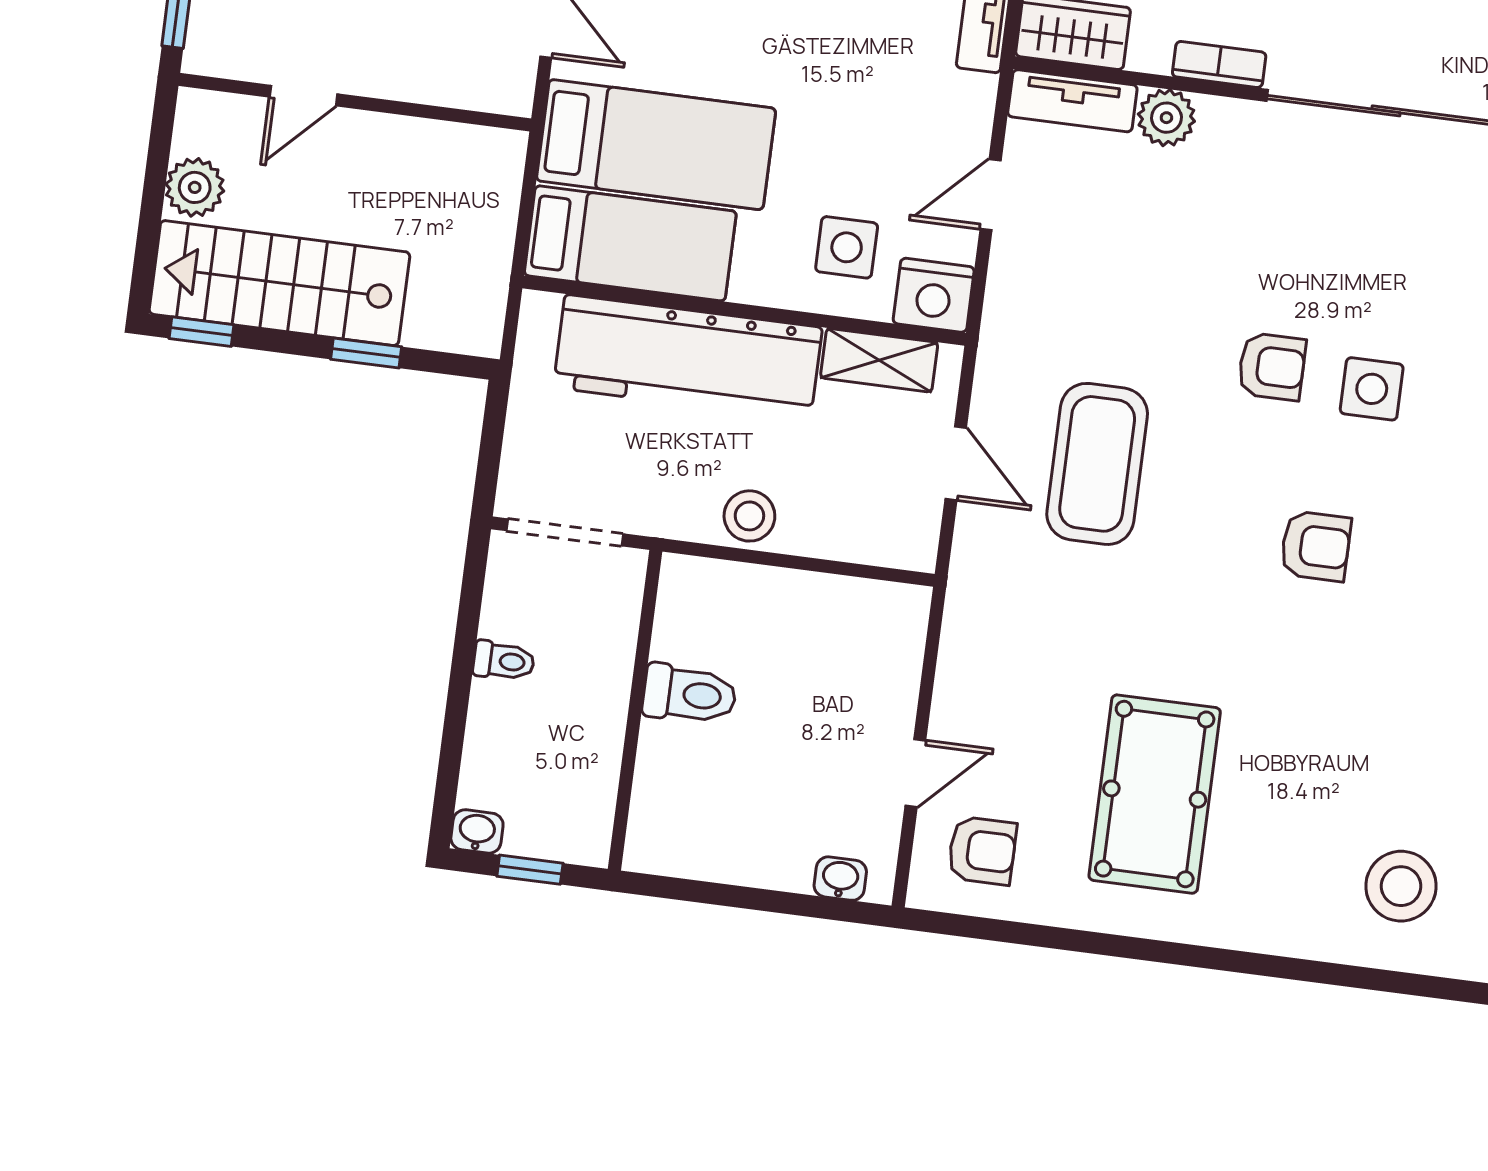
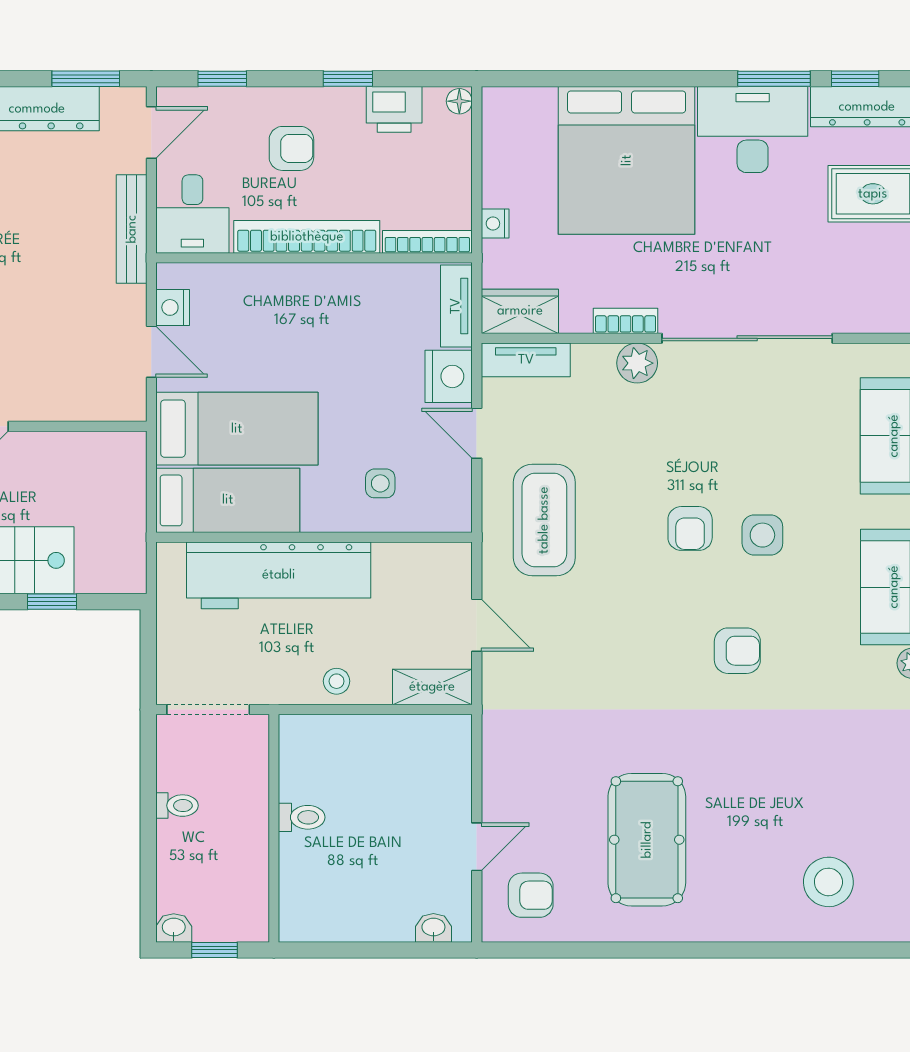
plant: (1166, 118) -> (637, 363), moved
door: (991, 195) -> (477, 433), hinge flipped
side table: (847, 247) -> (380, 483), width x0.73, depth x0.73
nightstand: (934, 295) -> (449, 376), moved, turned -90
shelving: (879, 360) -> (432, 687), moved
armchair: (1272, 367) -> (690, 528), turned 90
coffee table: (1097, 464) -> (544, 520), moved
stool: (749, 516) -> (337, 681), width x0.73, depth x0.73
toilet: (689, 694) -> (302, 817), width x0.73, depth x0.72

